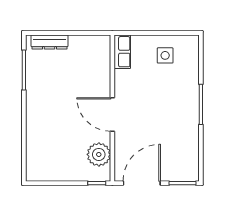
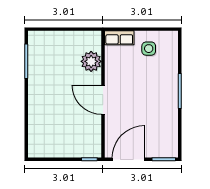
dresser: (50, 42) -> (48, 37), removed
row of seats: (122, 52) -> (119, 38), moved, turned 90
plant: (99, 154) -> (91, 61), moved

